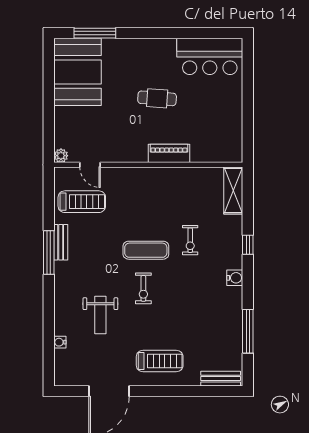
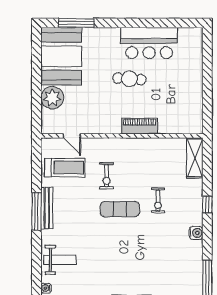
bar counter: (210, 56) -> (149, 43), moved
plant: (61, 156) -> (52, 98), moved, width x1.87, depth x1.87
bench: (61, 242) -> (47, 208), width x1.36
exercise bike: (143, 288) -> (106, 176), moved
weight bench: (100, 315) -> (60, 260), moved, turned -90

